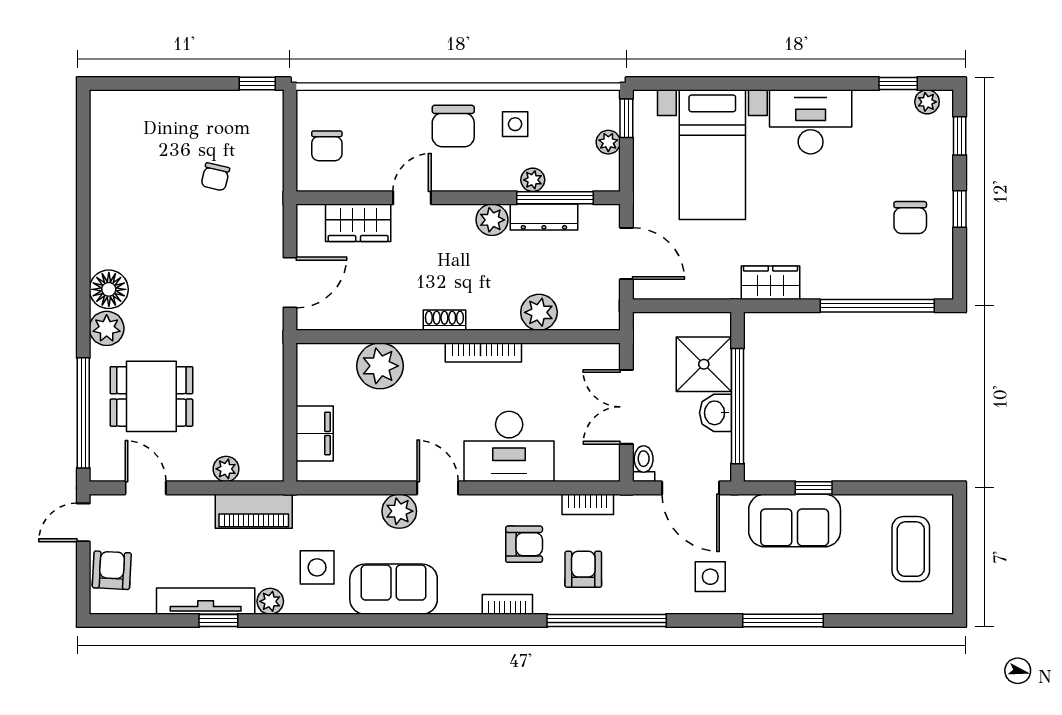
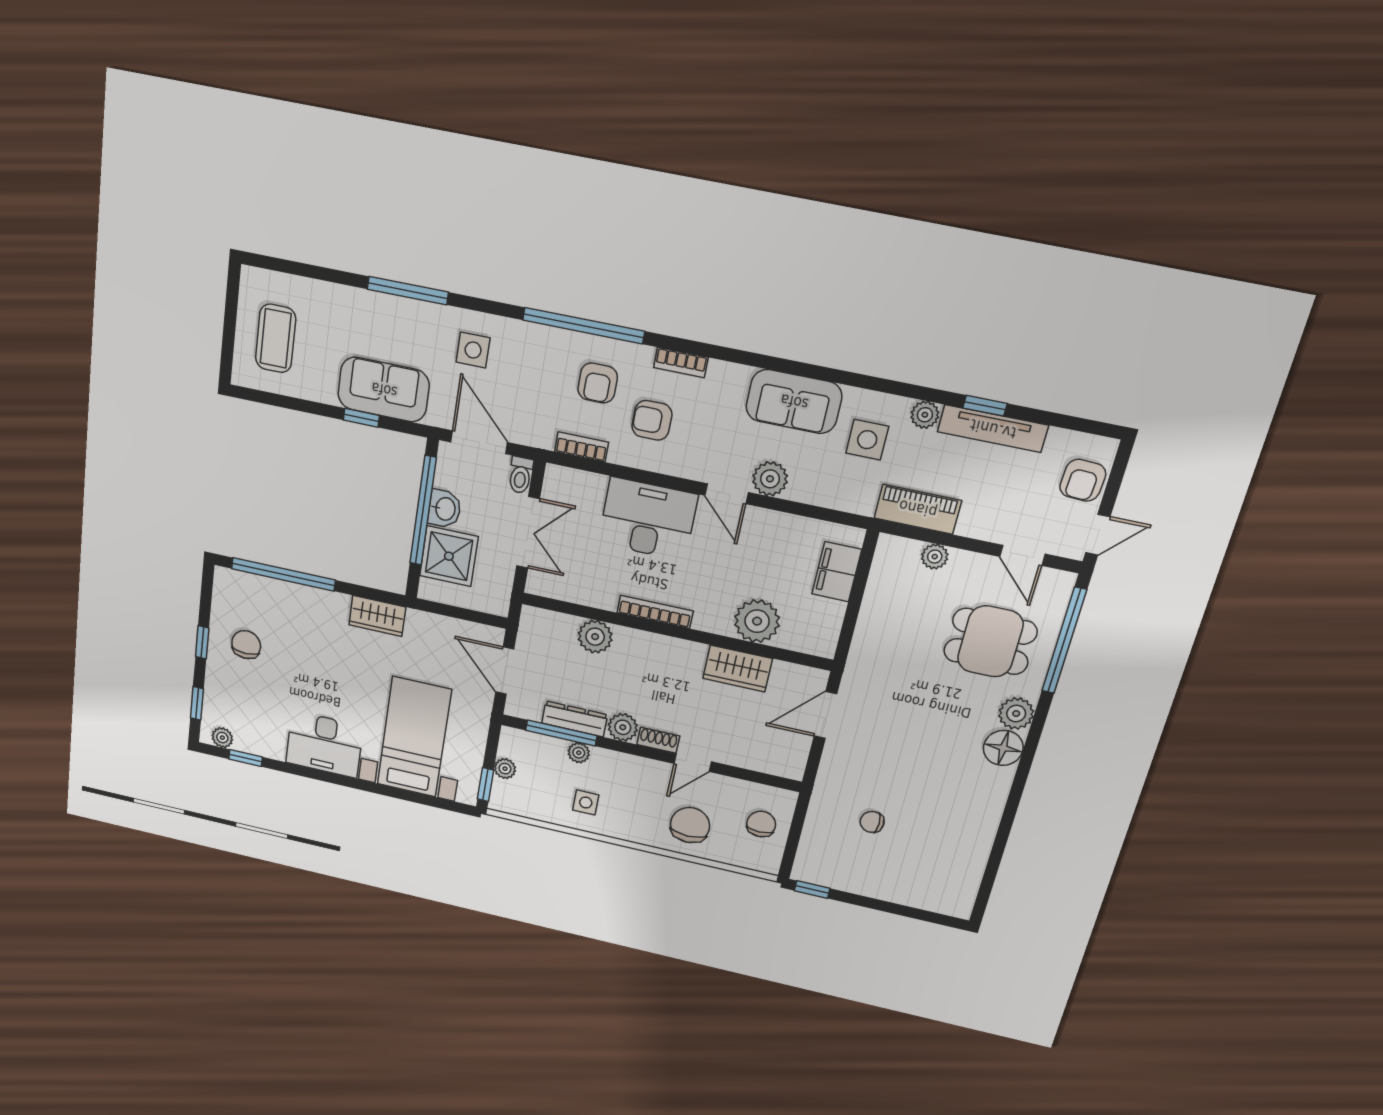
chair: (453, 126) -> (690, 825), moved
chair: (215, 177) -> (872, 822), turned -103
wardrobe: (358, 223) -> (738, 669), moved, turned 180
shoe rack: (444, 320) -> (658, 740), moved, turned 180

